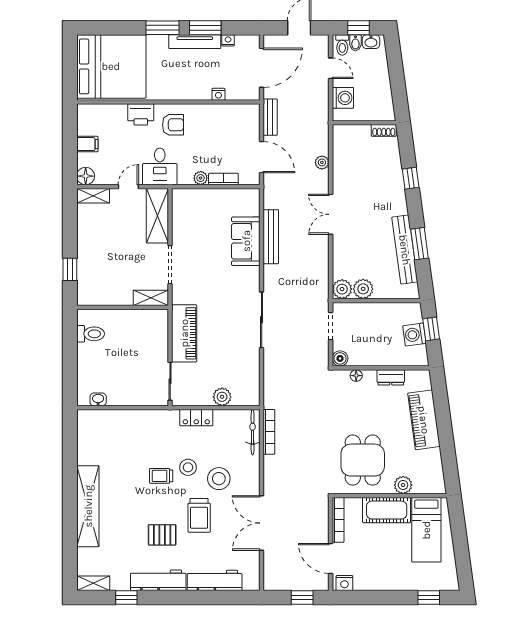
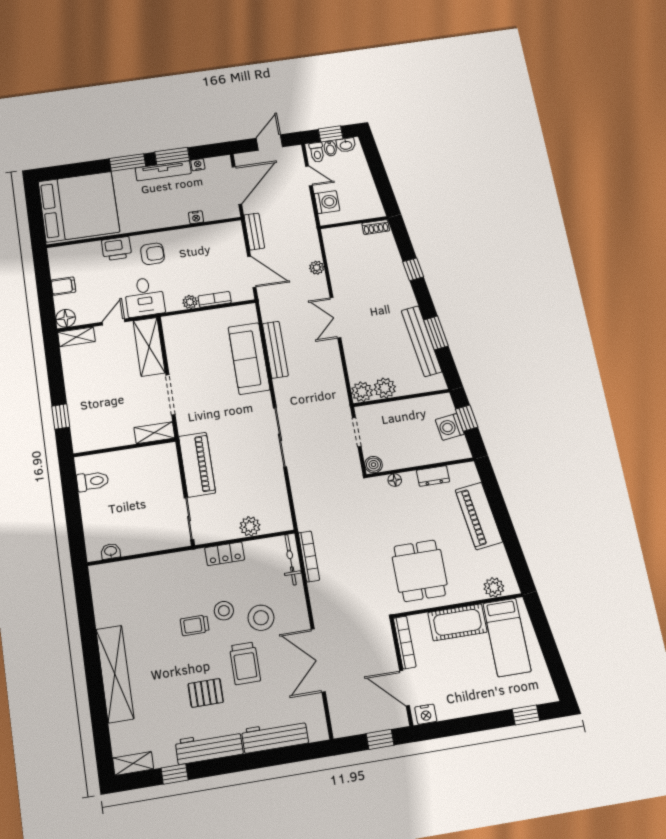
sofa: (246, 241) -> (249, 358), width x1.36
plant: (403, 485) -> (494, 587), moved

